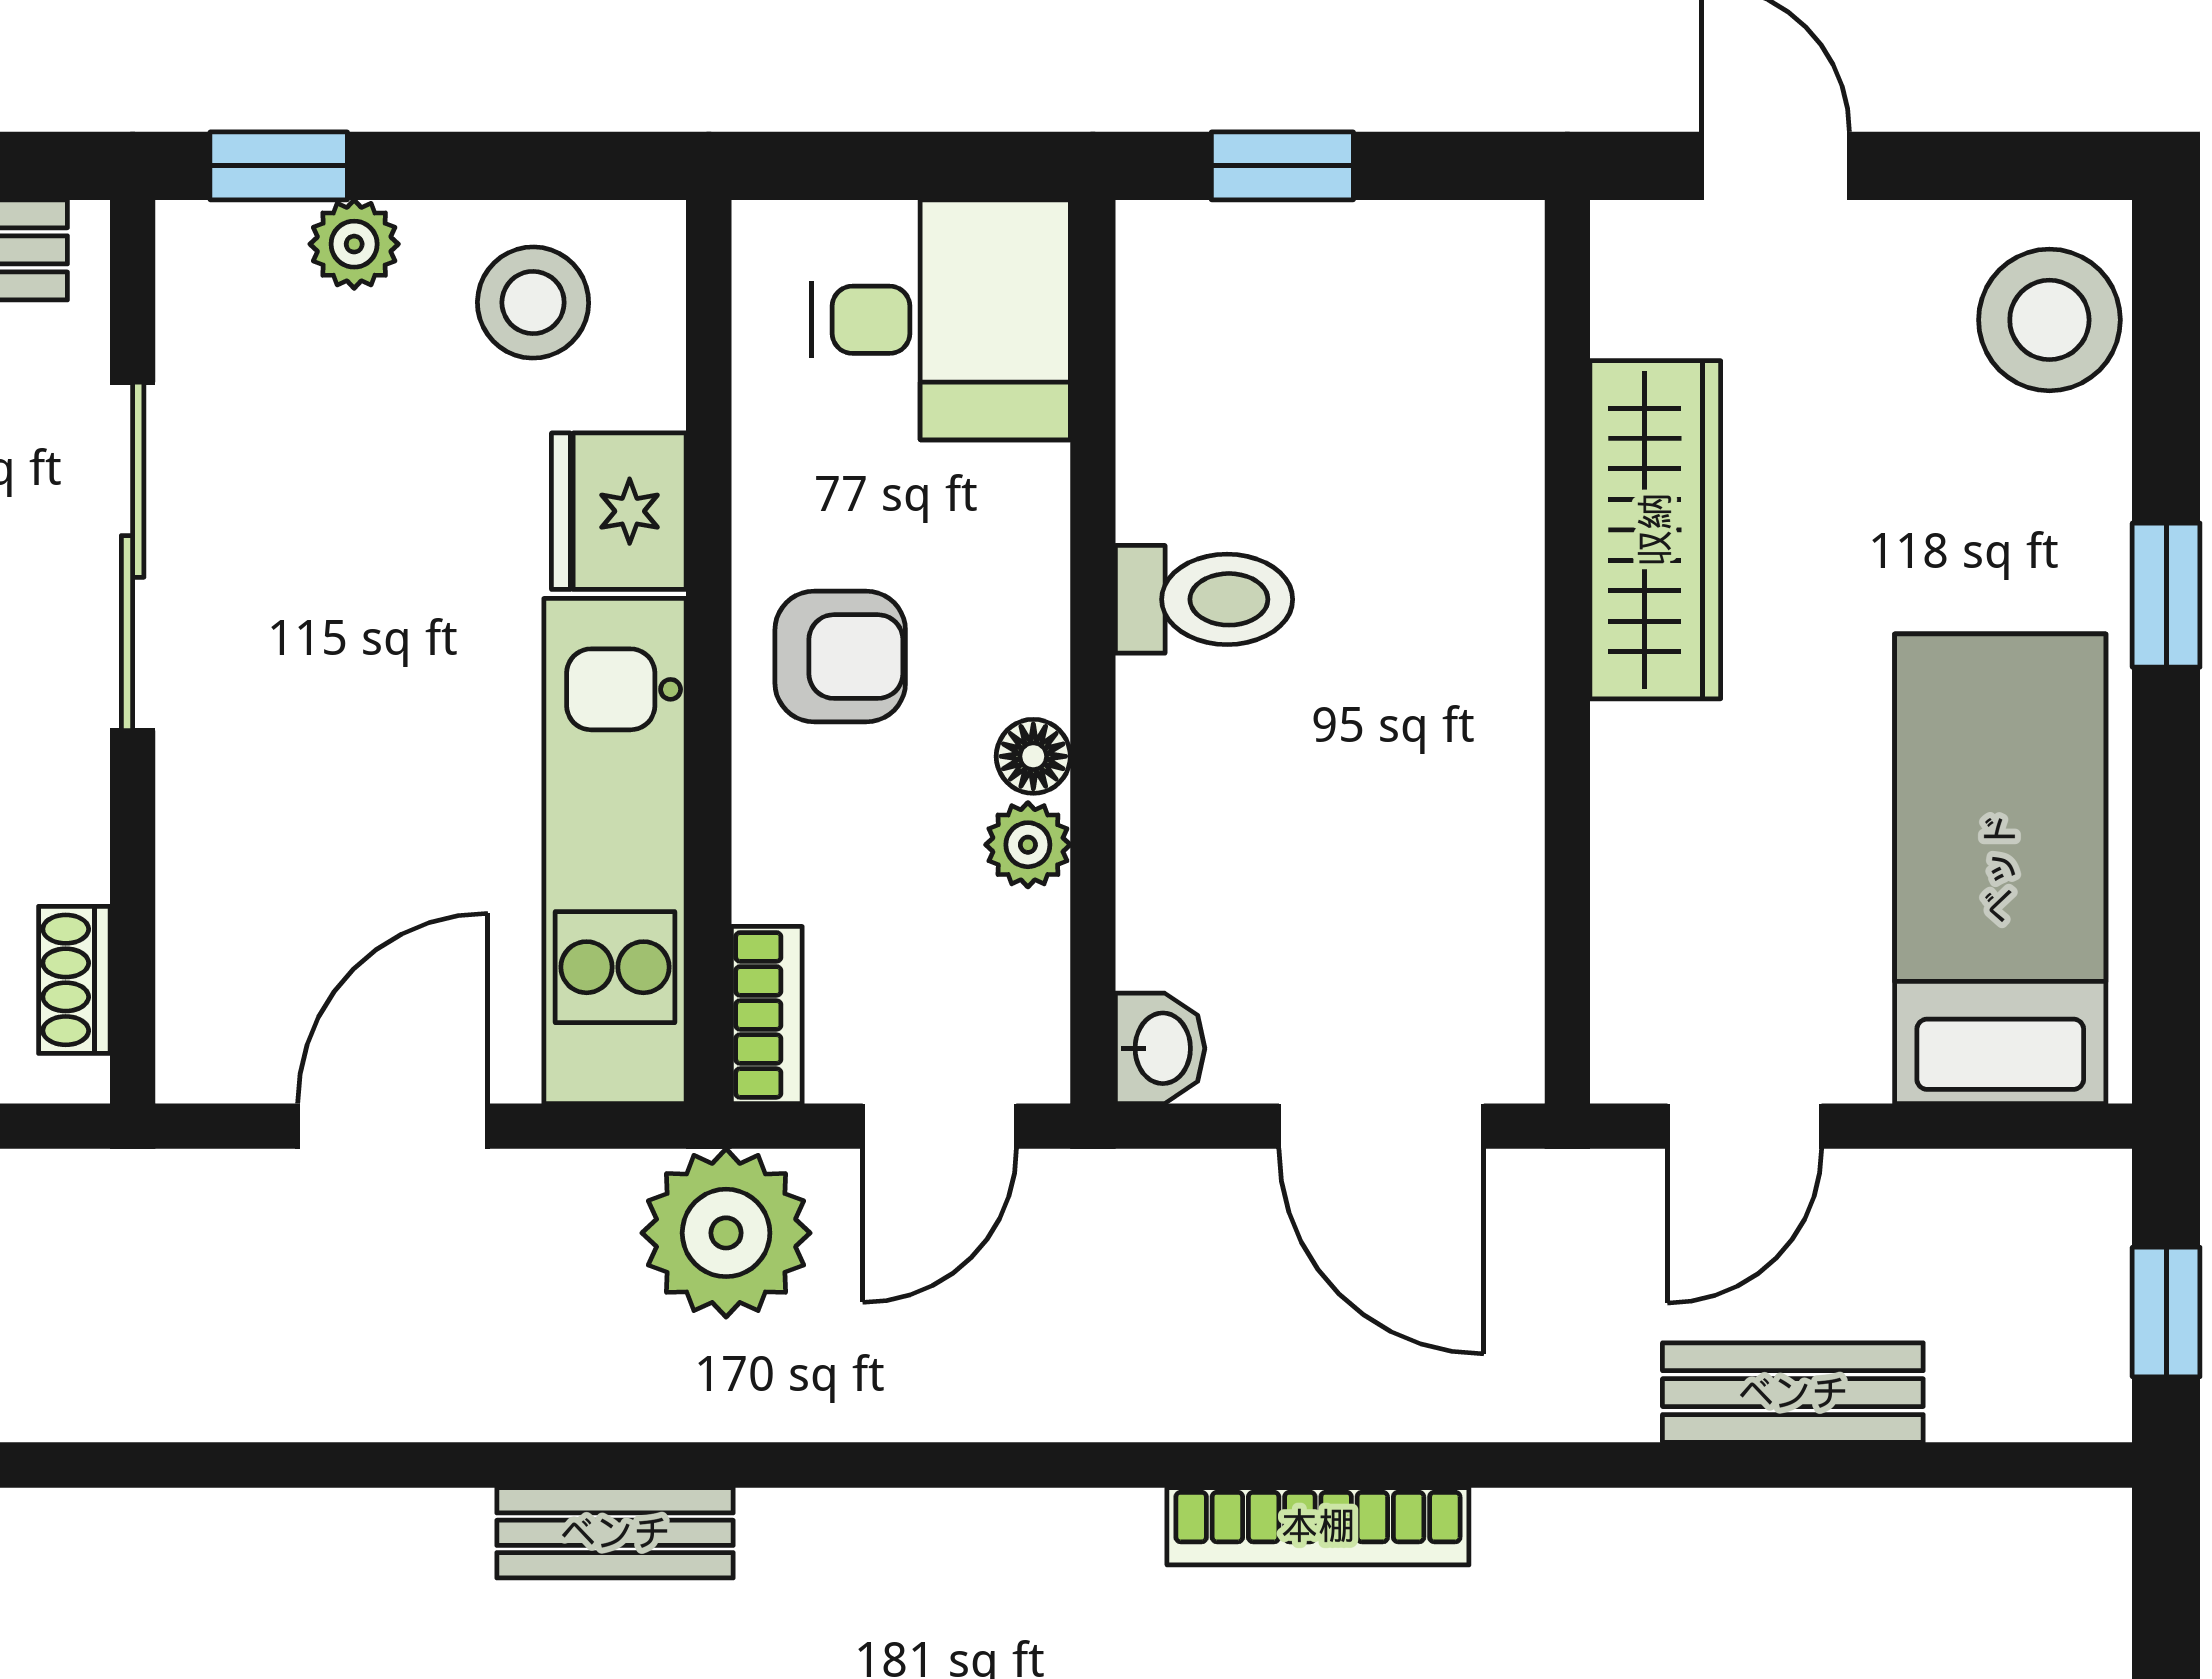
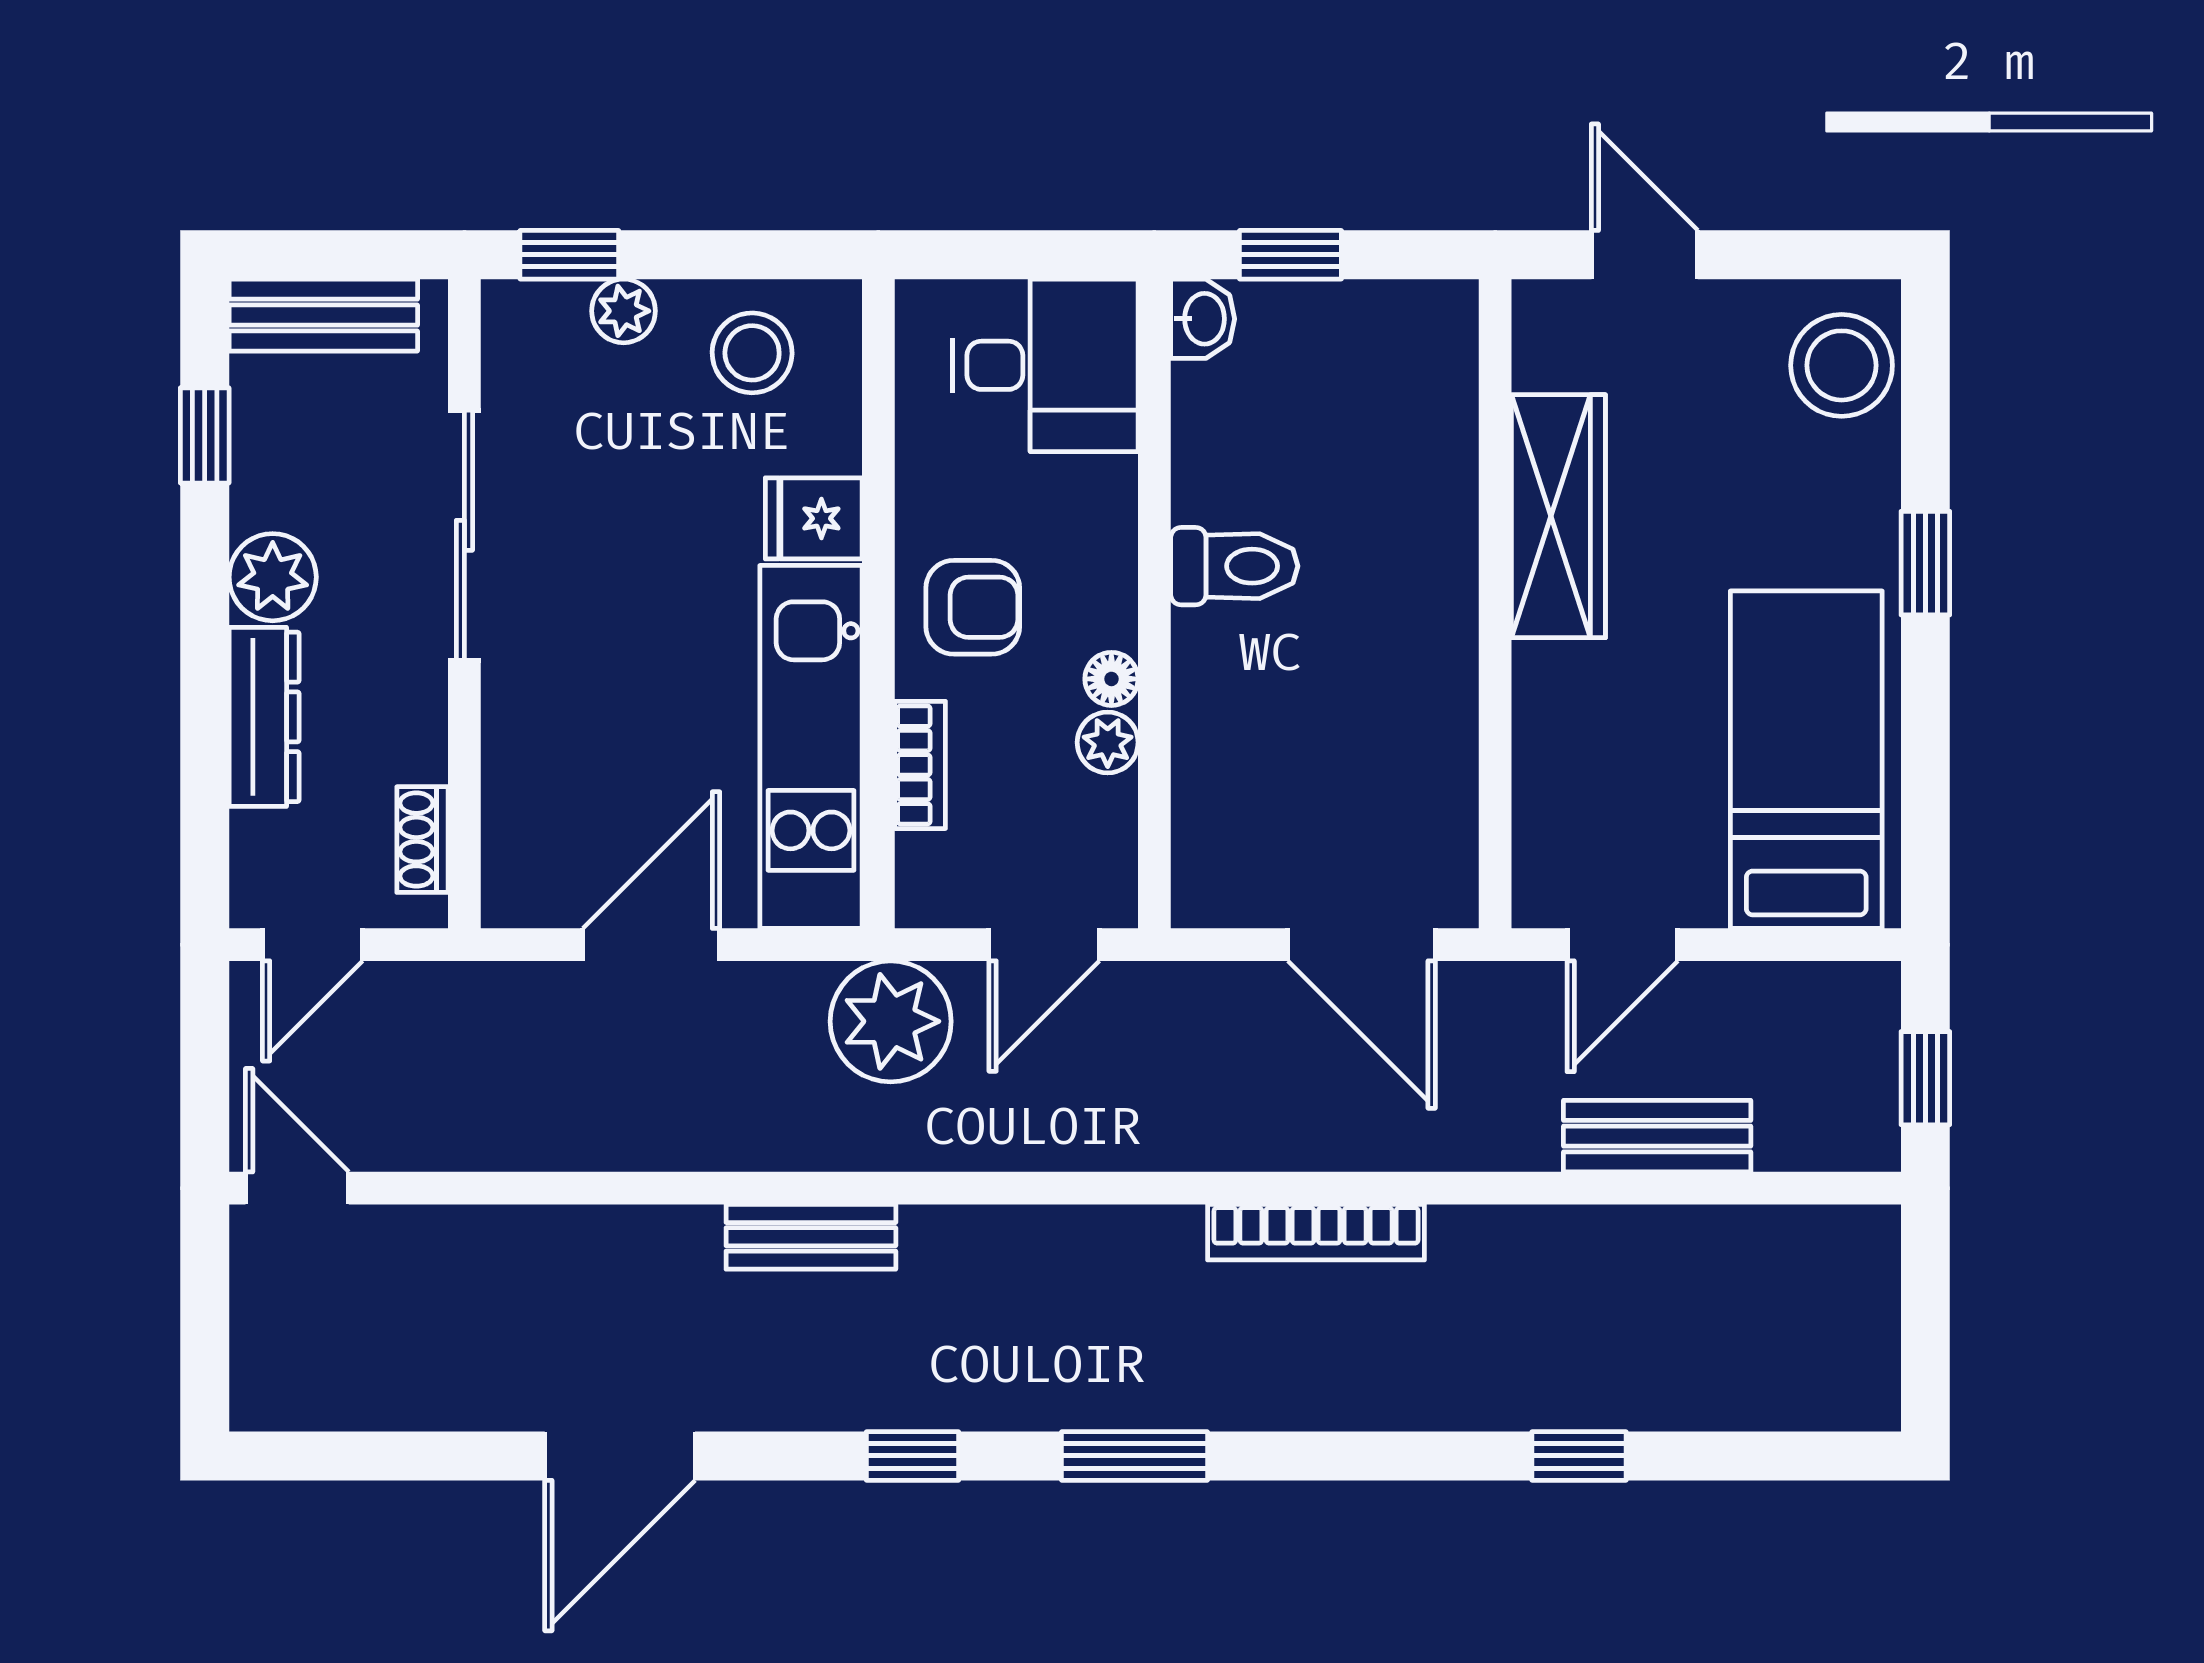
fridge: (619, 511) -> (814, 518), width x0.72
bookcase: (767, 1015) -> (920, 765), moved
washbasin: (1160, 1048) -> (1203, 319), moved

